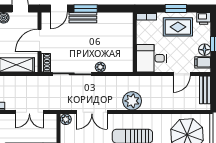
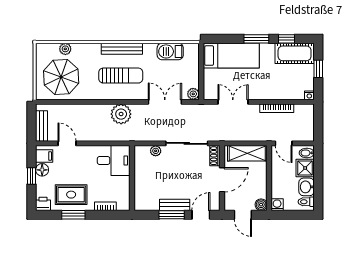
wall: (135, 42) -> (132, 178), moved
desk: (152, 58) -> (114, 161), moved
door: (182, 74) -> (67, 143), hinge flipped

